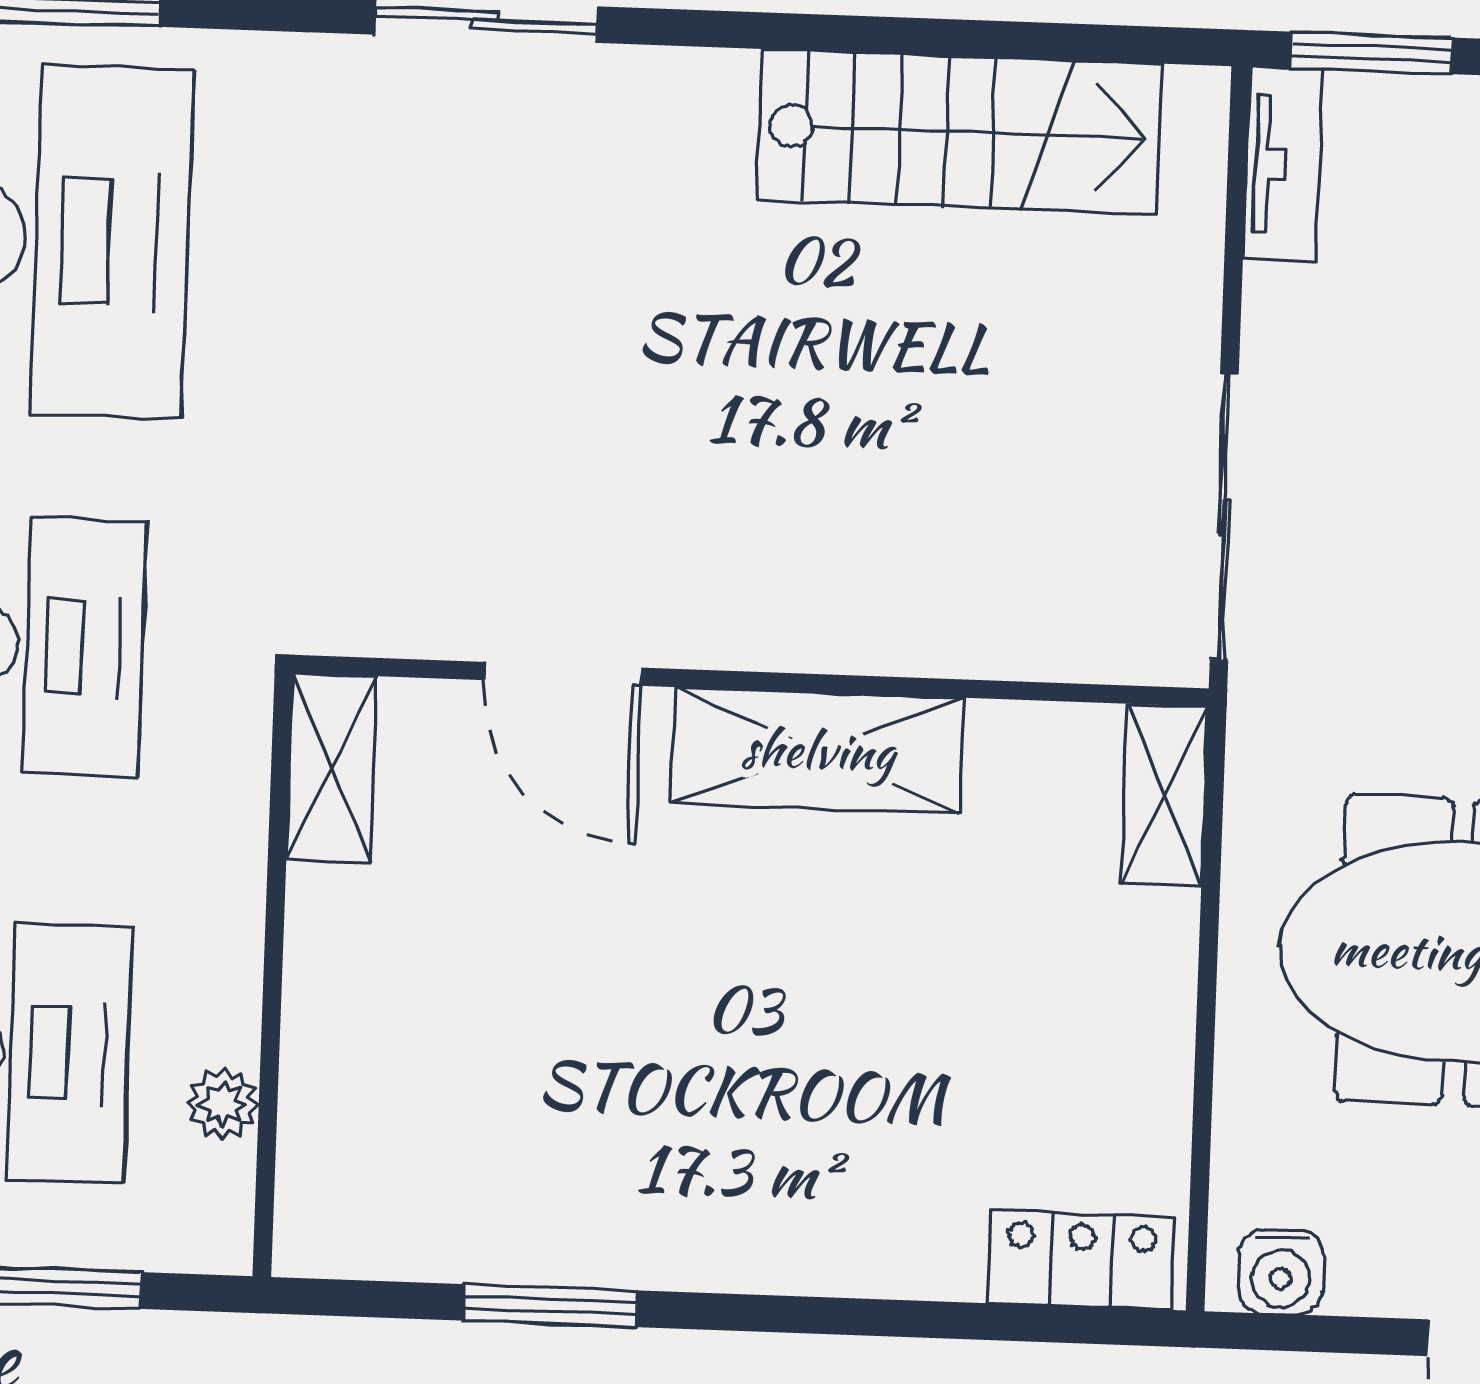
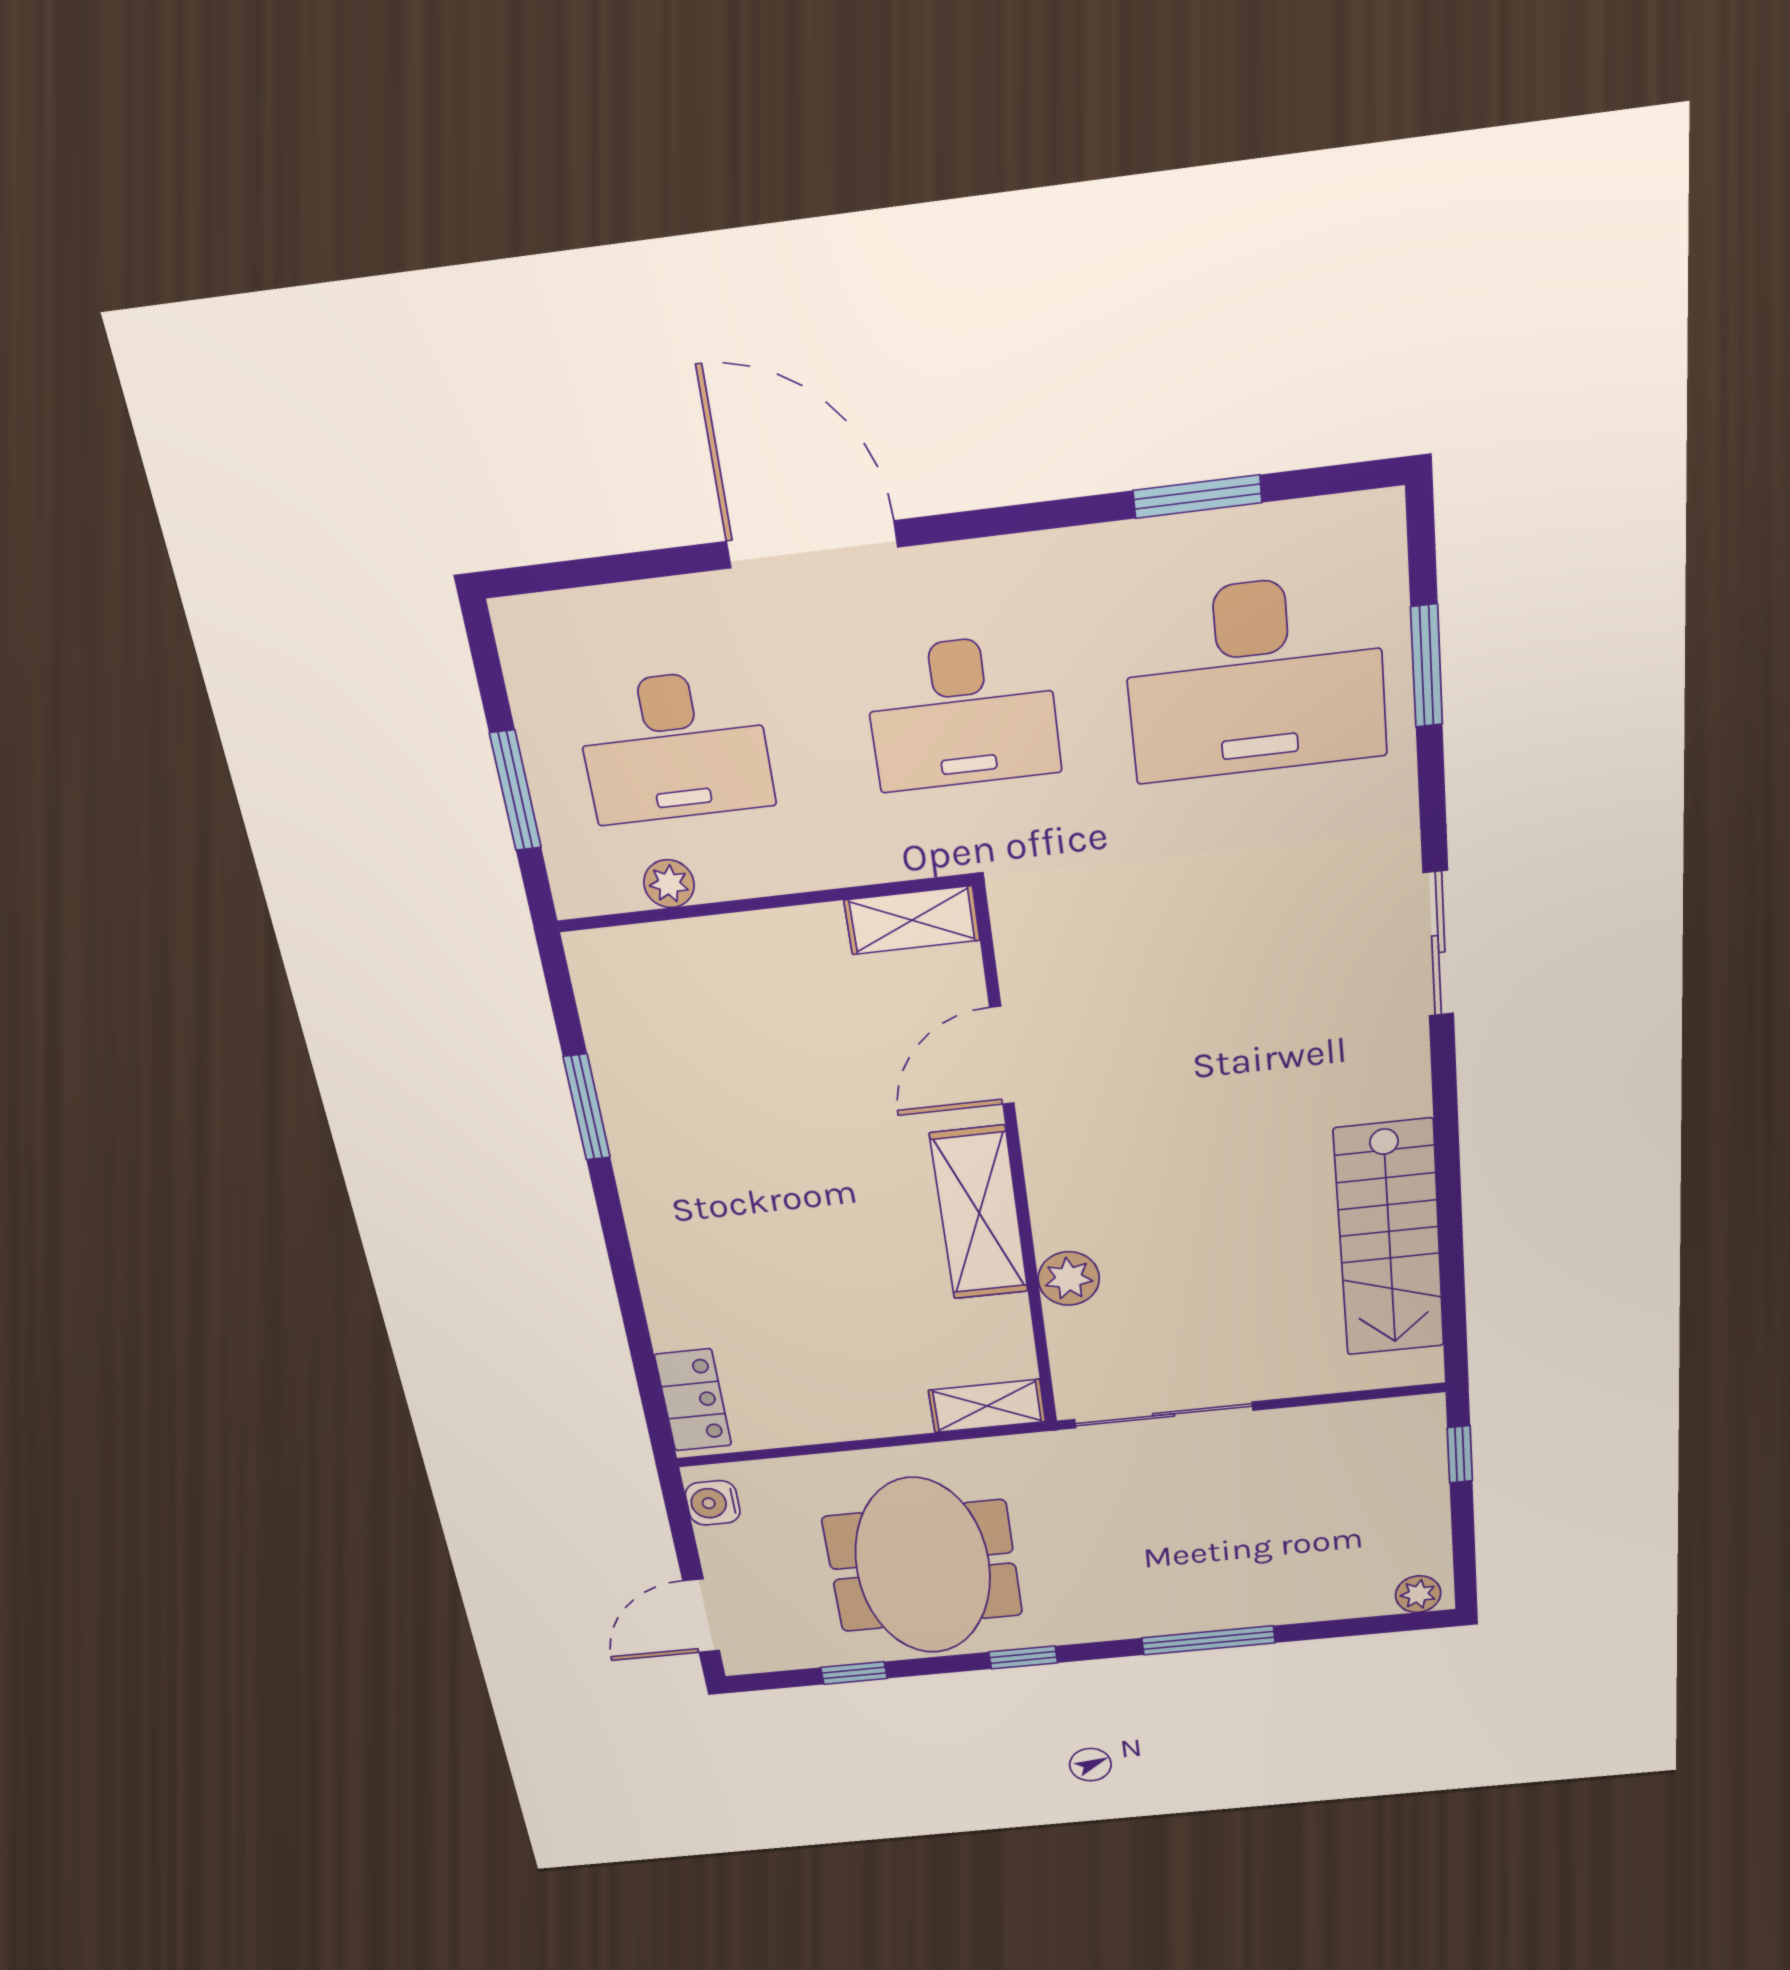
window: (1372, 53) -> (1460, 1454), width x0.67
tv unit: (1283, 164) -> (1386, 1417), removed
plant: (953, 631) -> (1069, 1279), added

